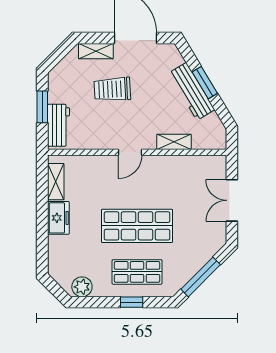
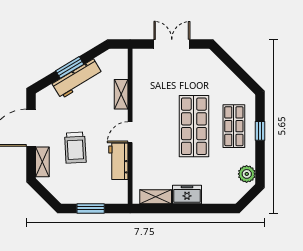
workbench: (58, 125) -> (118, 161), moved, turned -90
door: (130, 152) -> (130, 132), swing flipped
double door: (232, 200) -> (172, 44), swing flipped
window: (201, 277) -> (238, 71), removed

